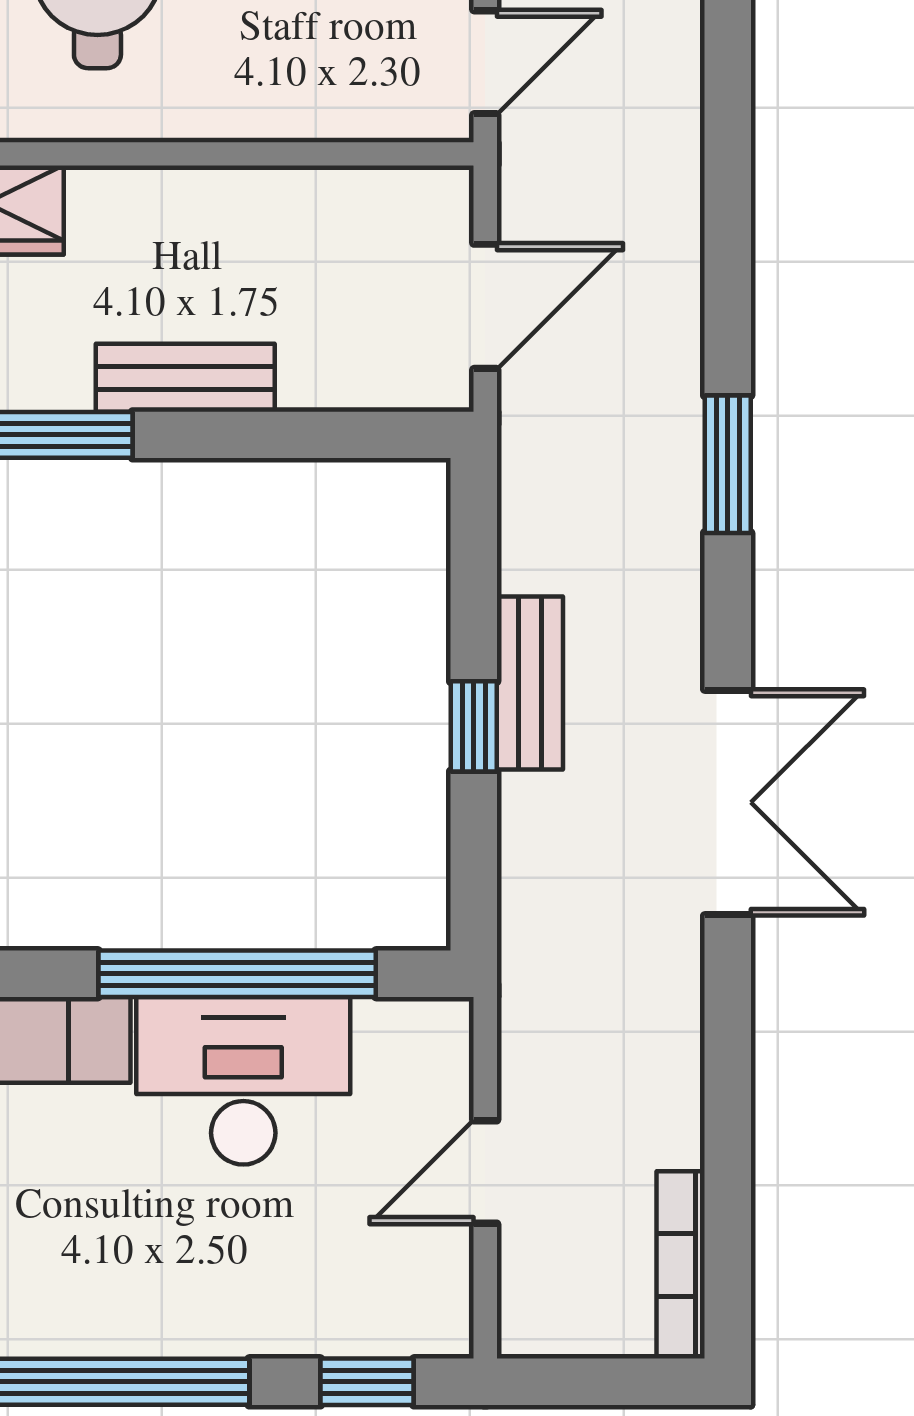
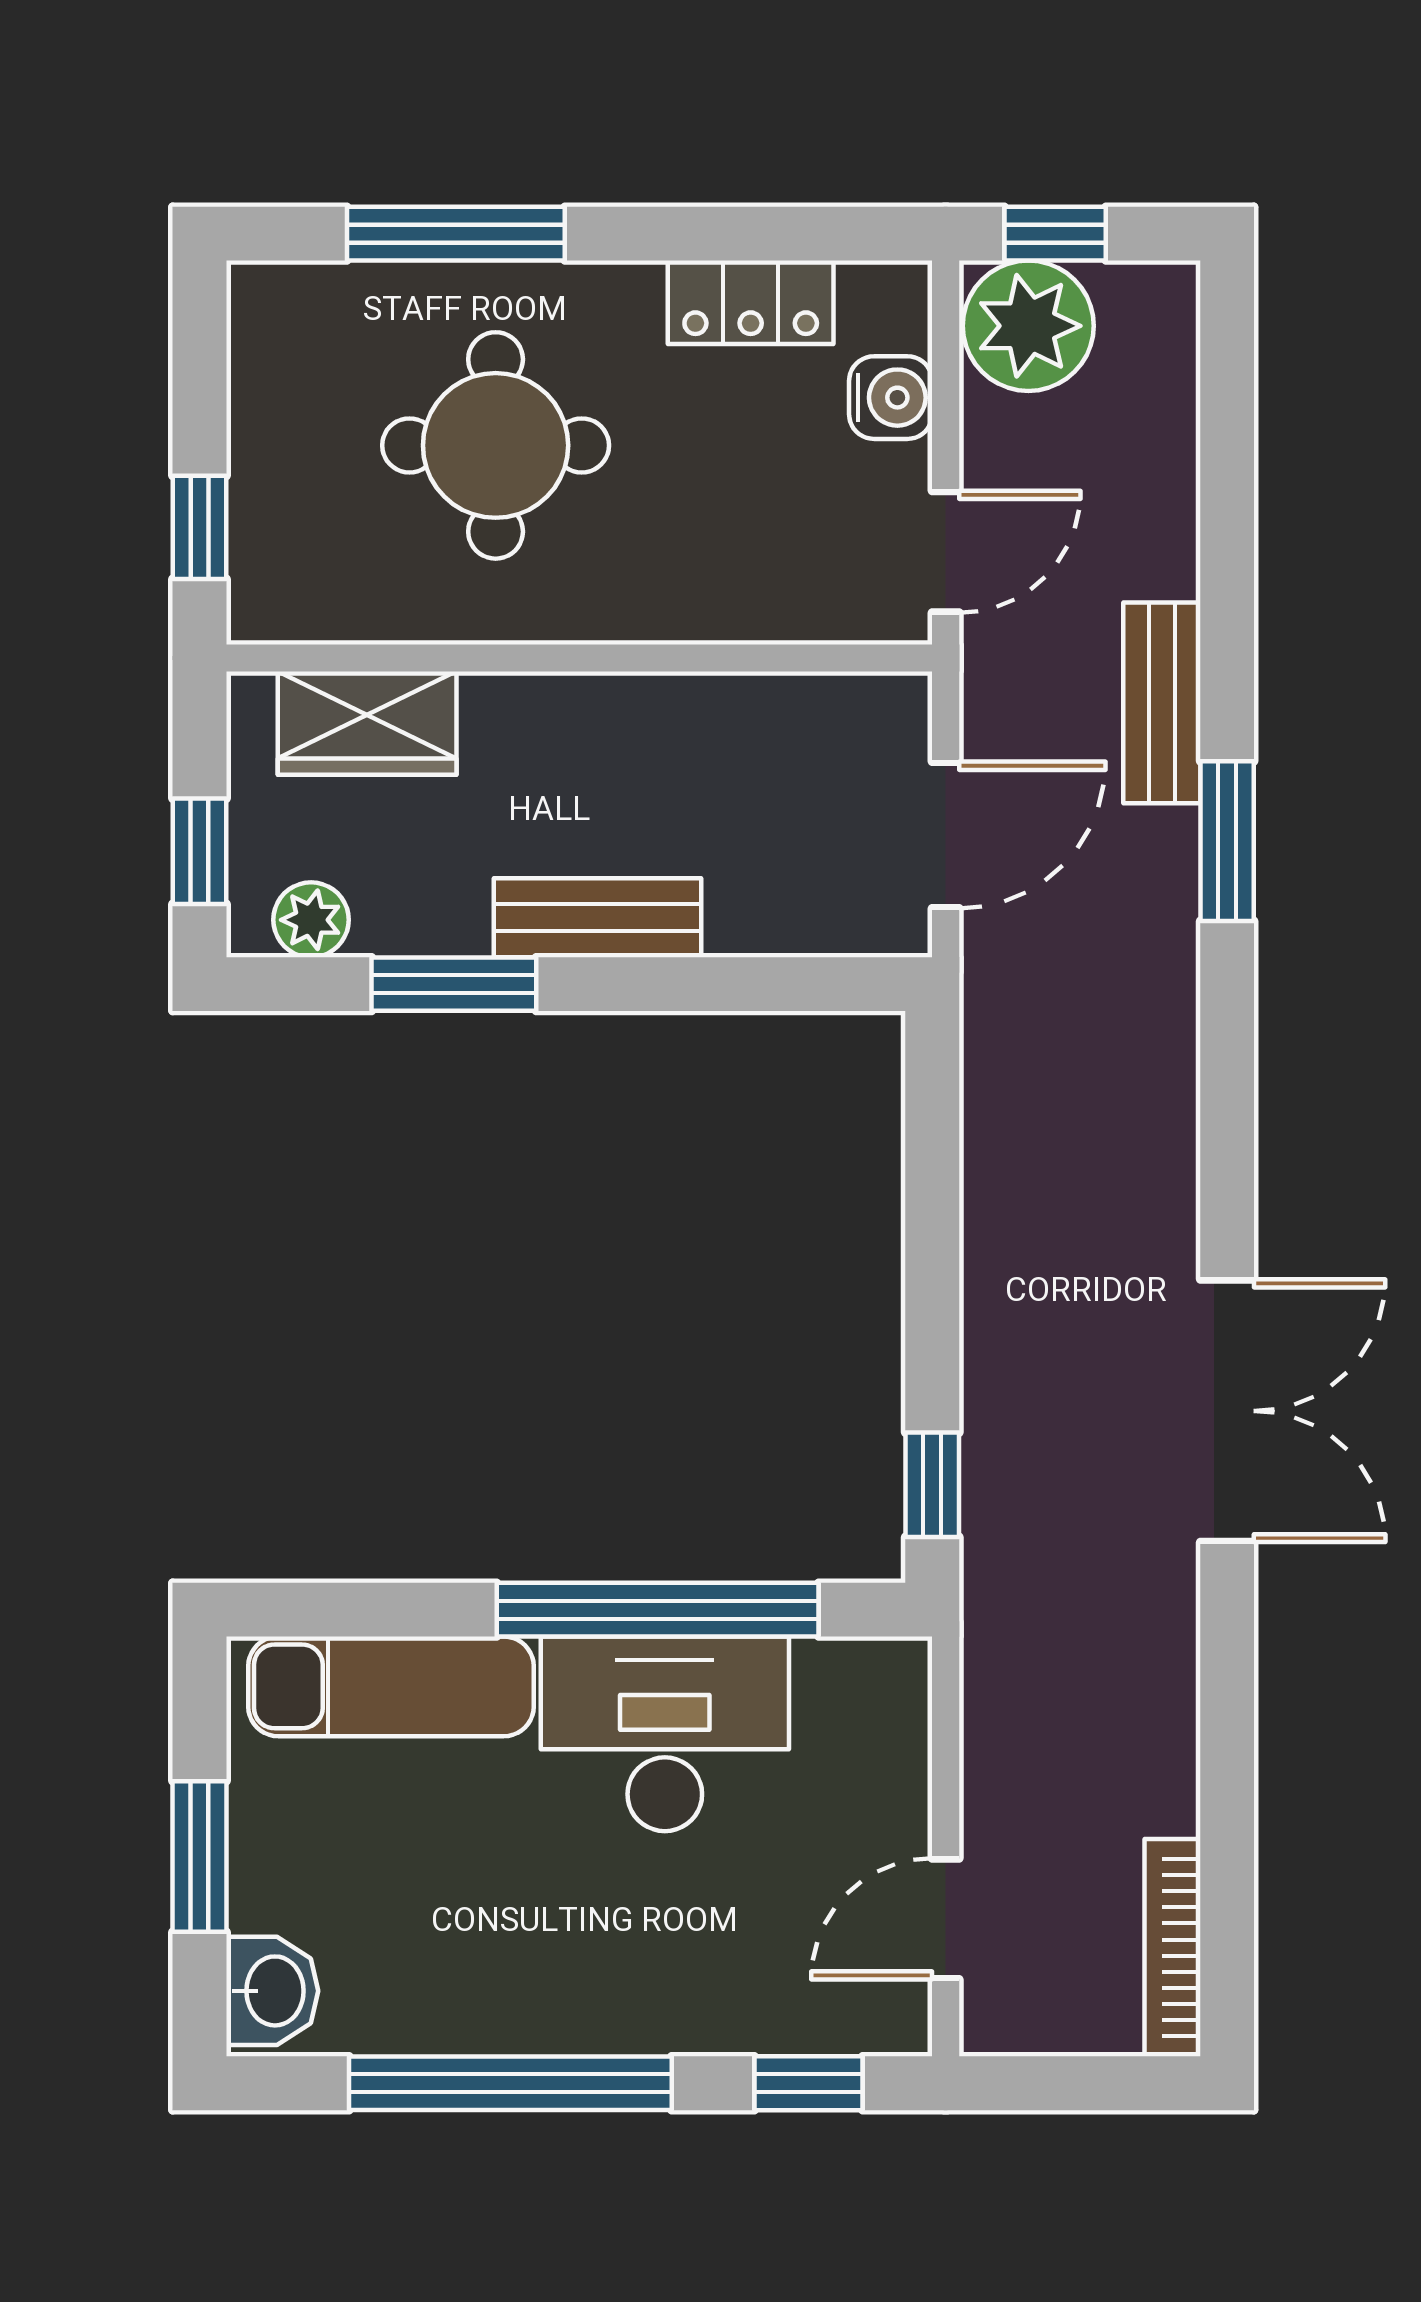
window: (728, 464) -> (1227, 841), moved
bench: (530, 683) -> (1162, 703), moved
window: (474, 726) -> (932, 1485), moved
door: (485, 1172) -> (946, 1919), moved

